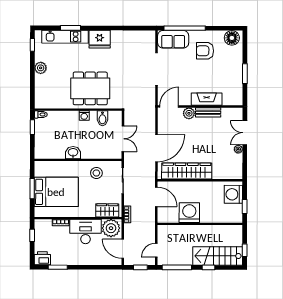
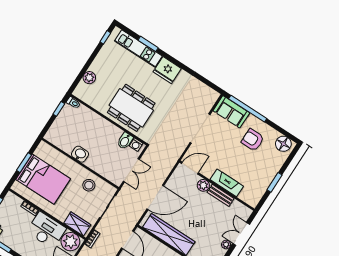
plant: (41, 68) -> (89, 78), moved
washing machine: (84, 116) -> (136, 145), moved

